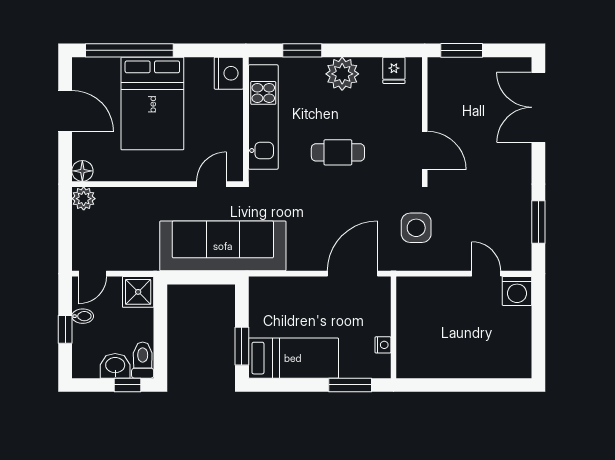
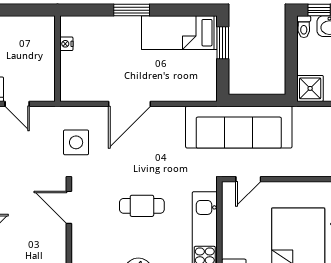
wall: (393, 327) -> (58, 59), moved
nightstand: (383, 345) -> (66, 44), moved
toilet: (143, 360) -> (304, 27), width x0.73, depth x0.72

